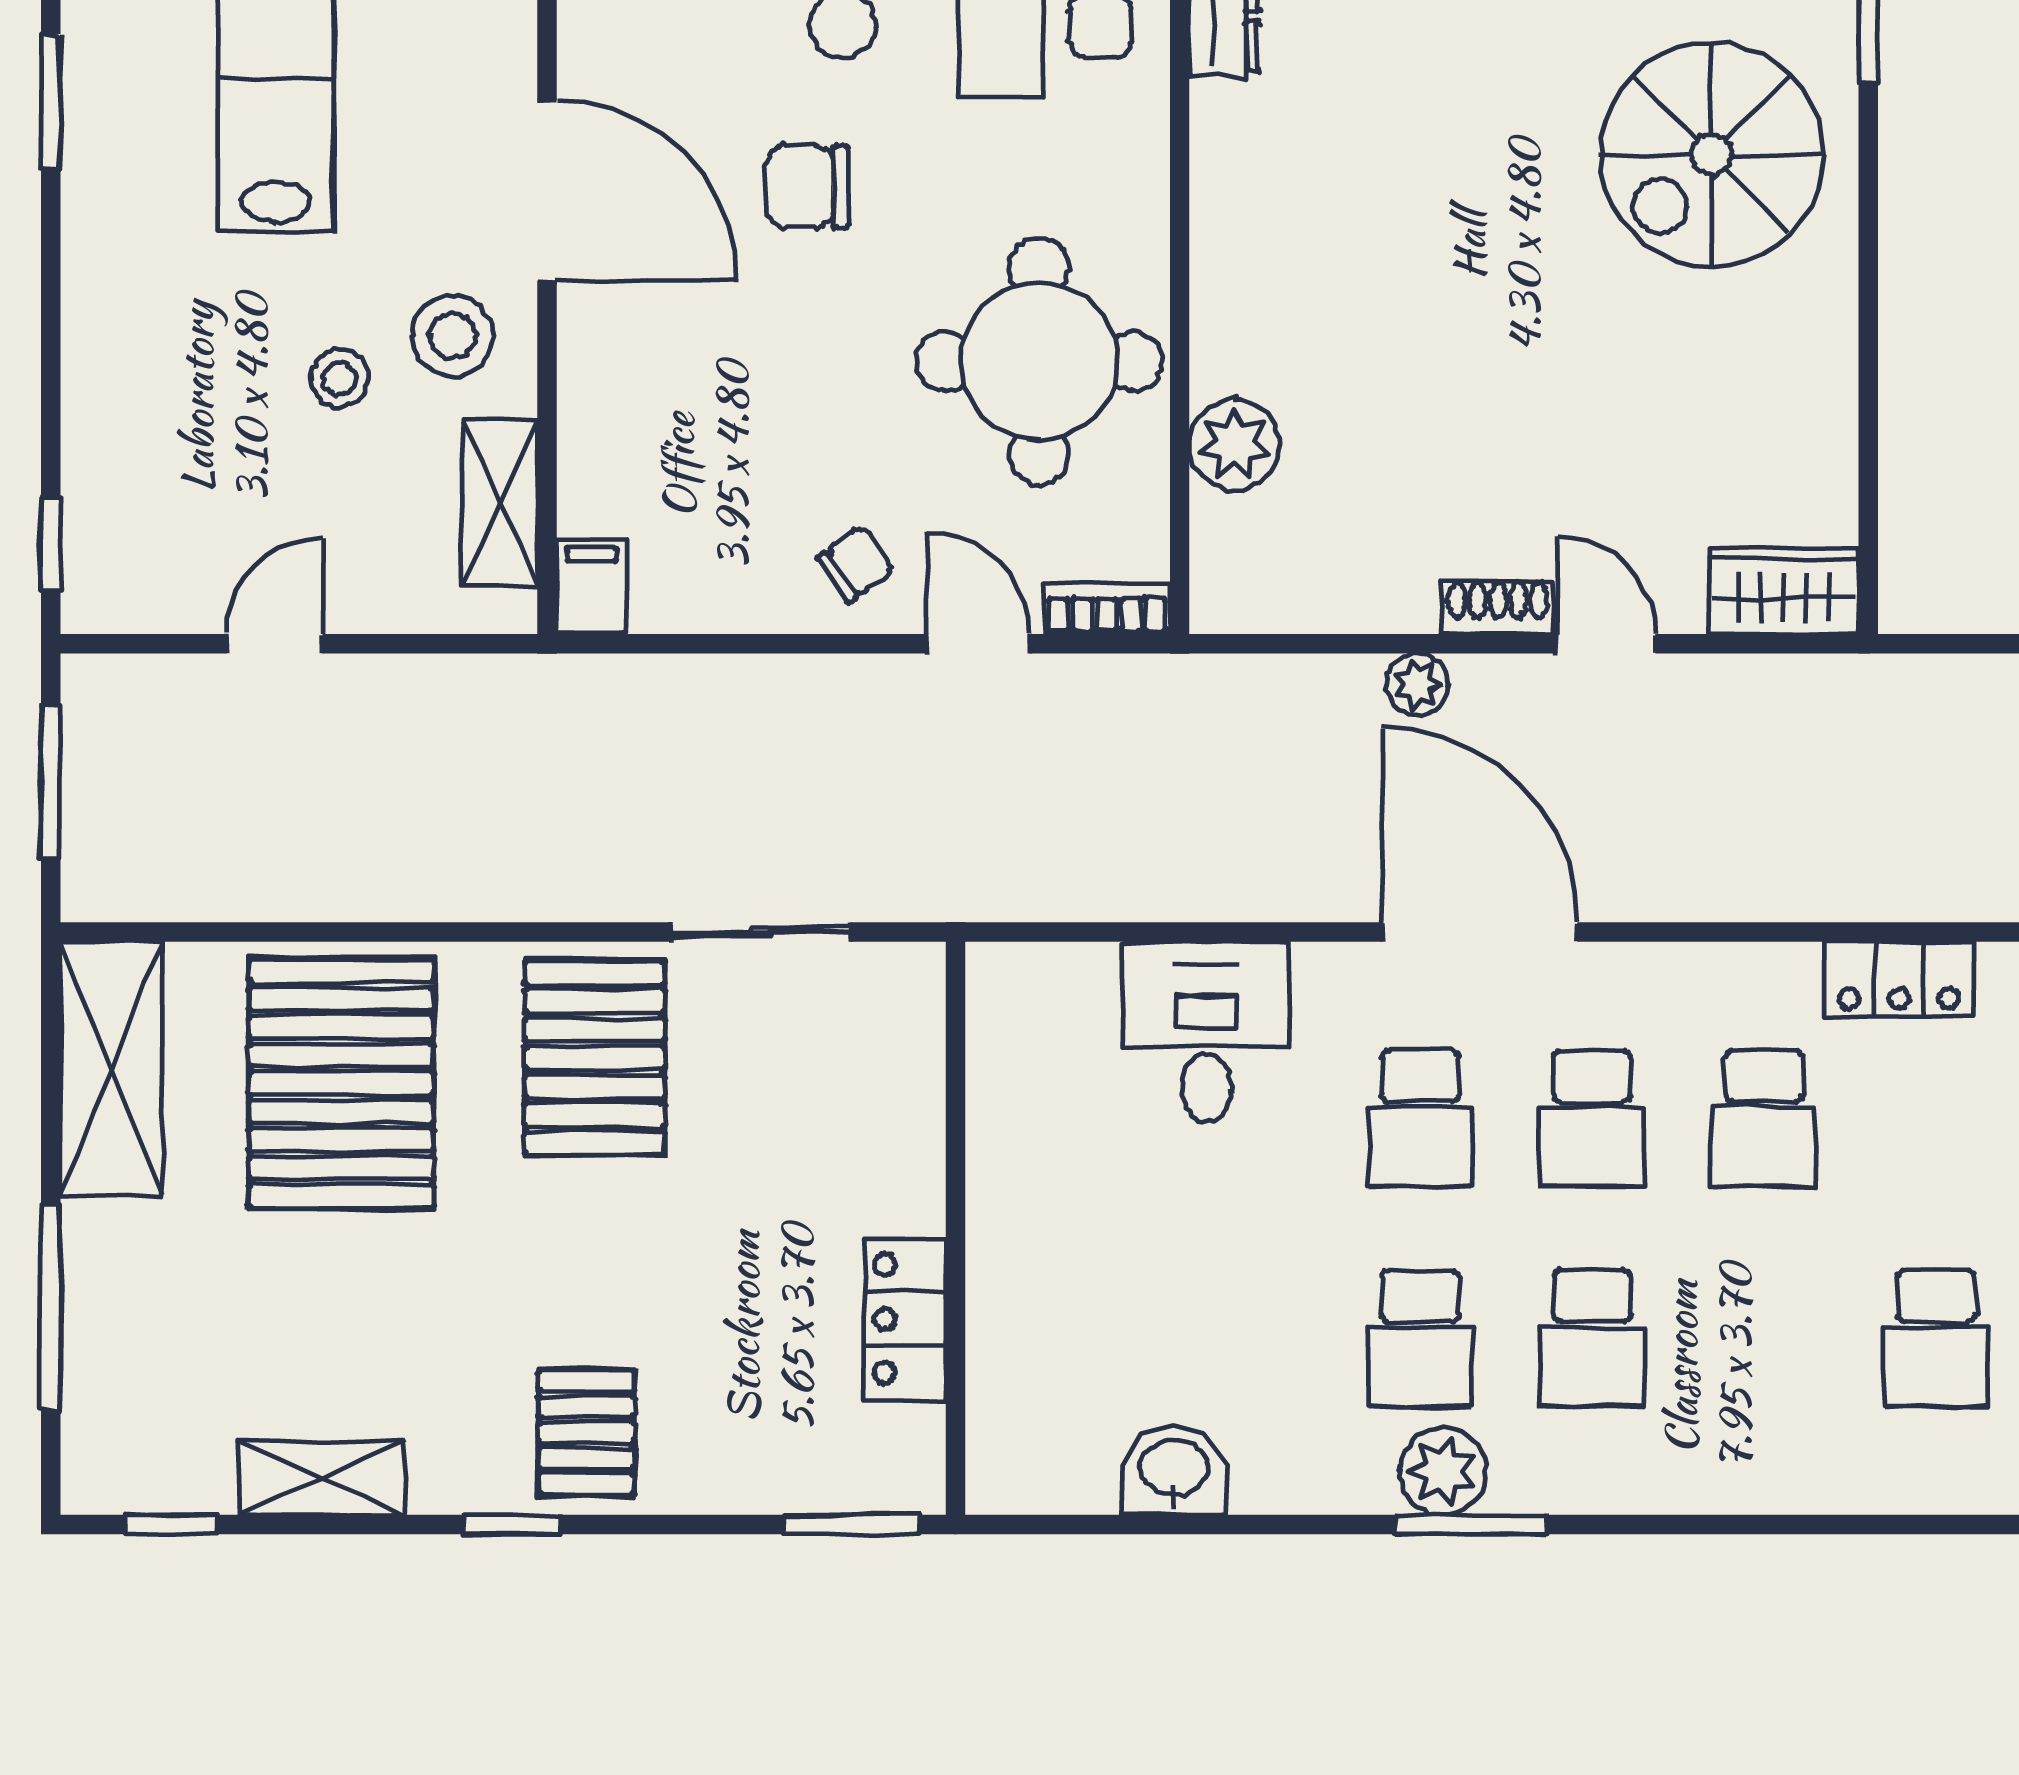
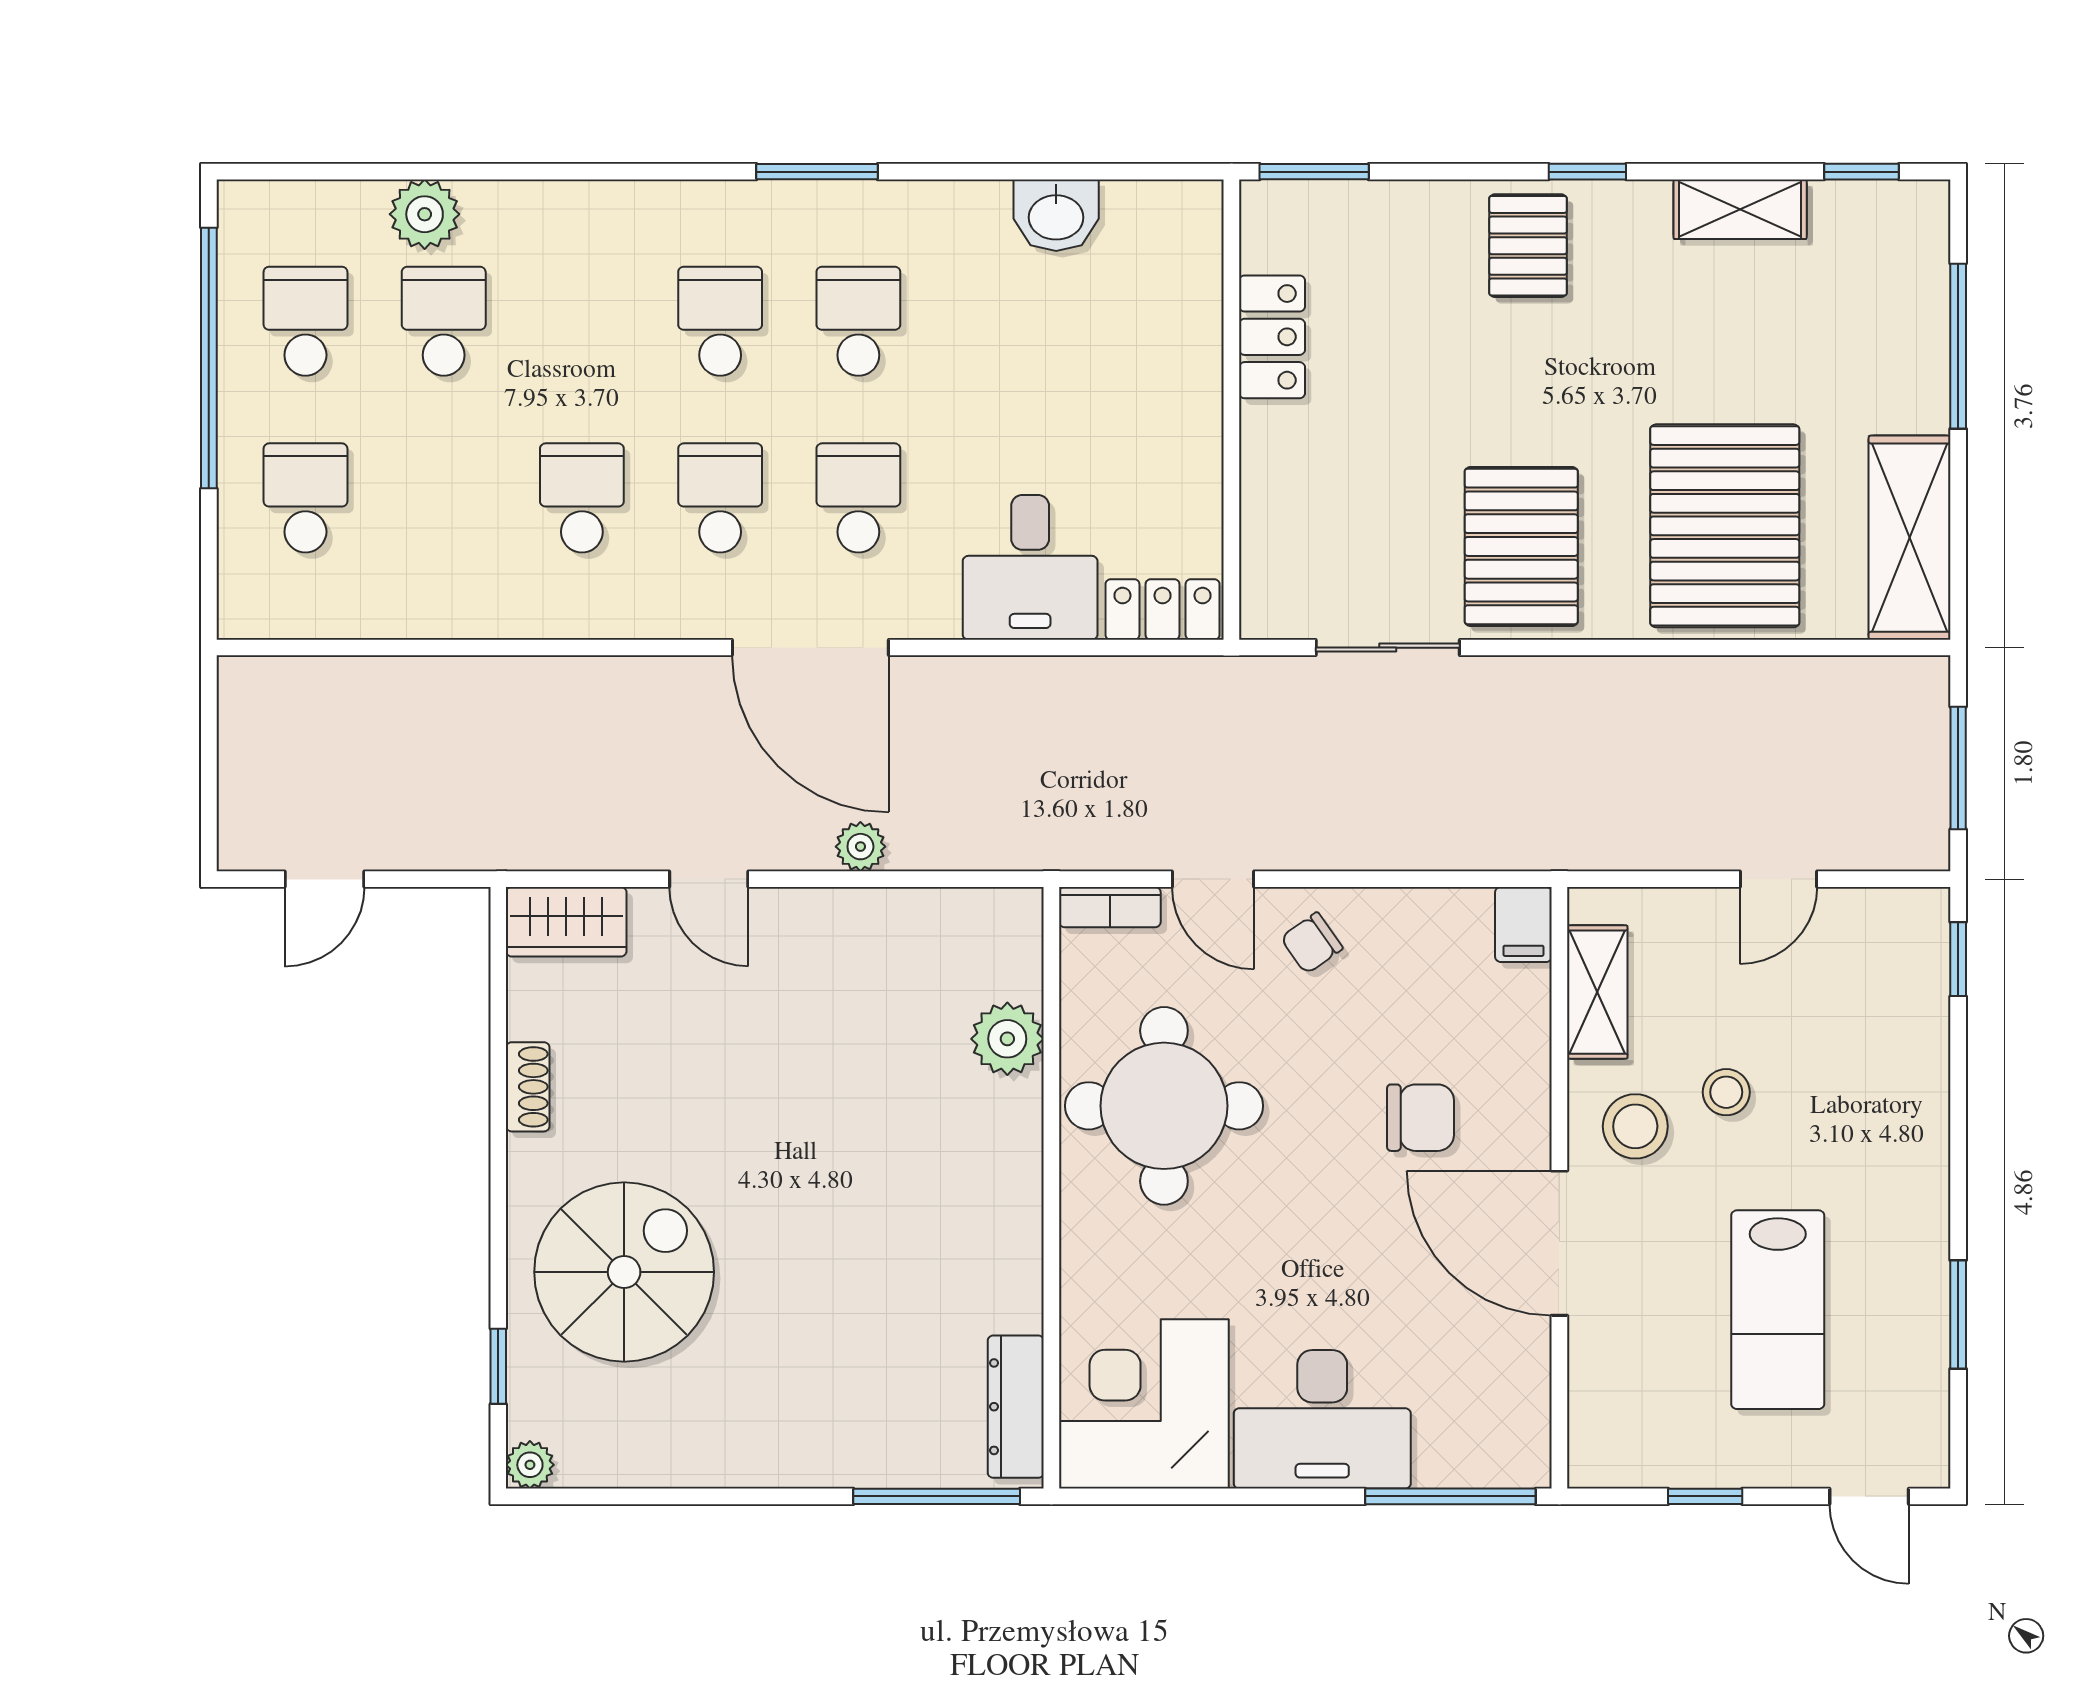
chair: (808, 187) -> (1421, 1118), moved
shoe rack: (1498, 607) -> (528, 1087), moved, turned -90
locker: (1899, 979) -> (1163, 609), moved
plant: (1443, 1472) -> (425, 214), moved

